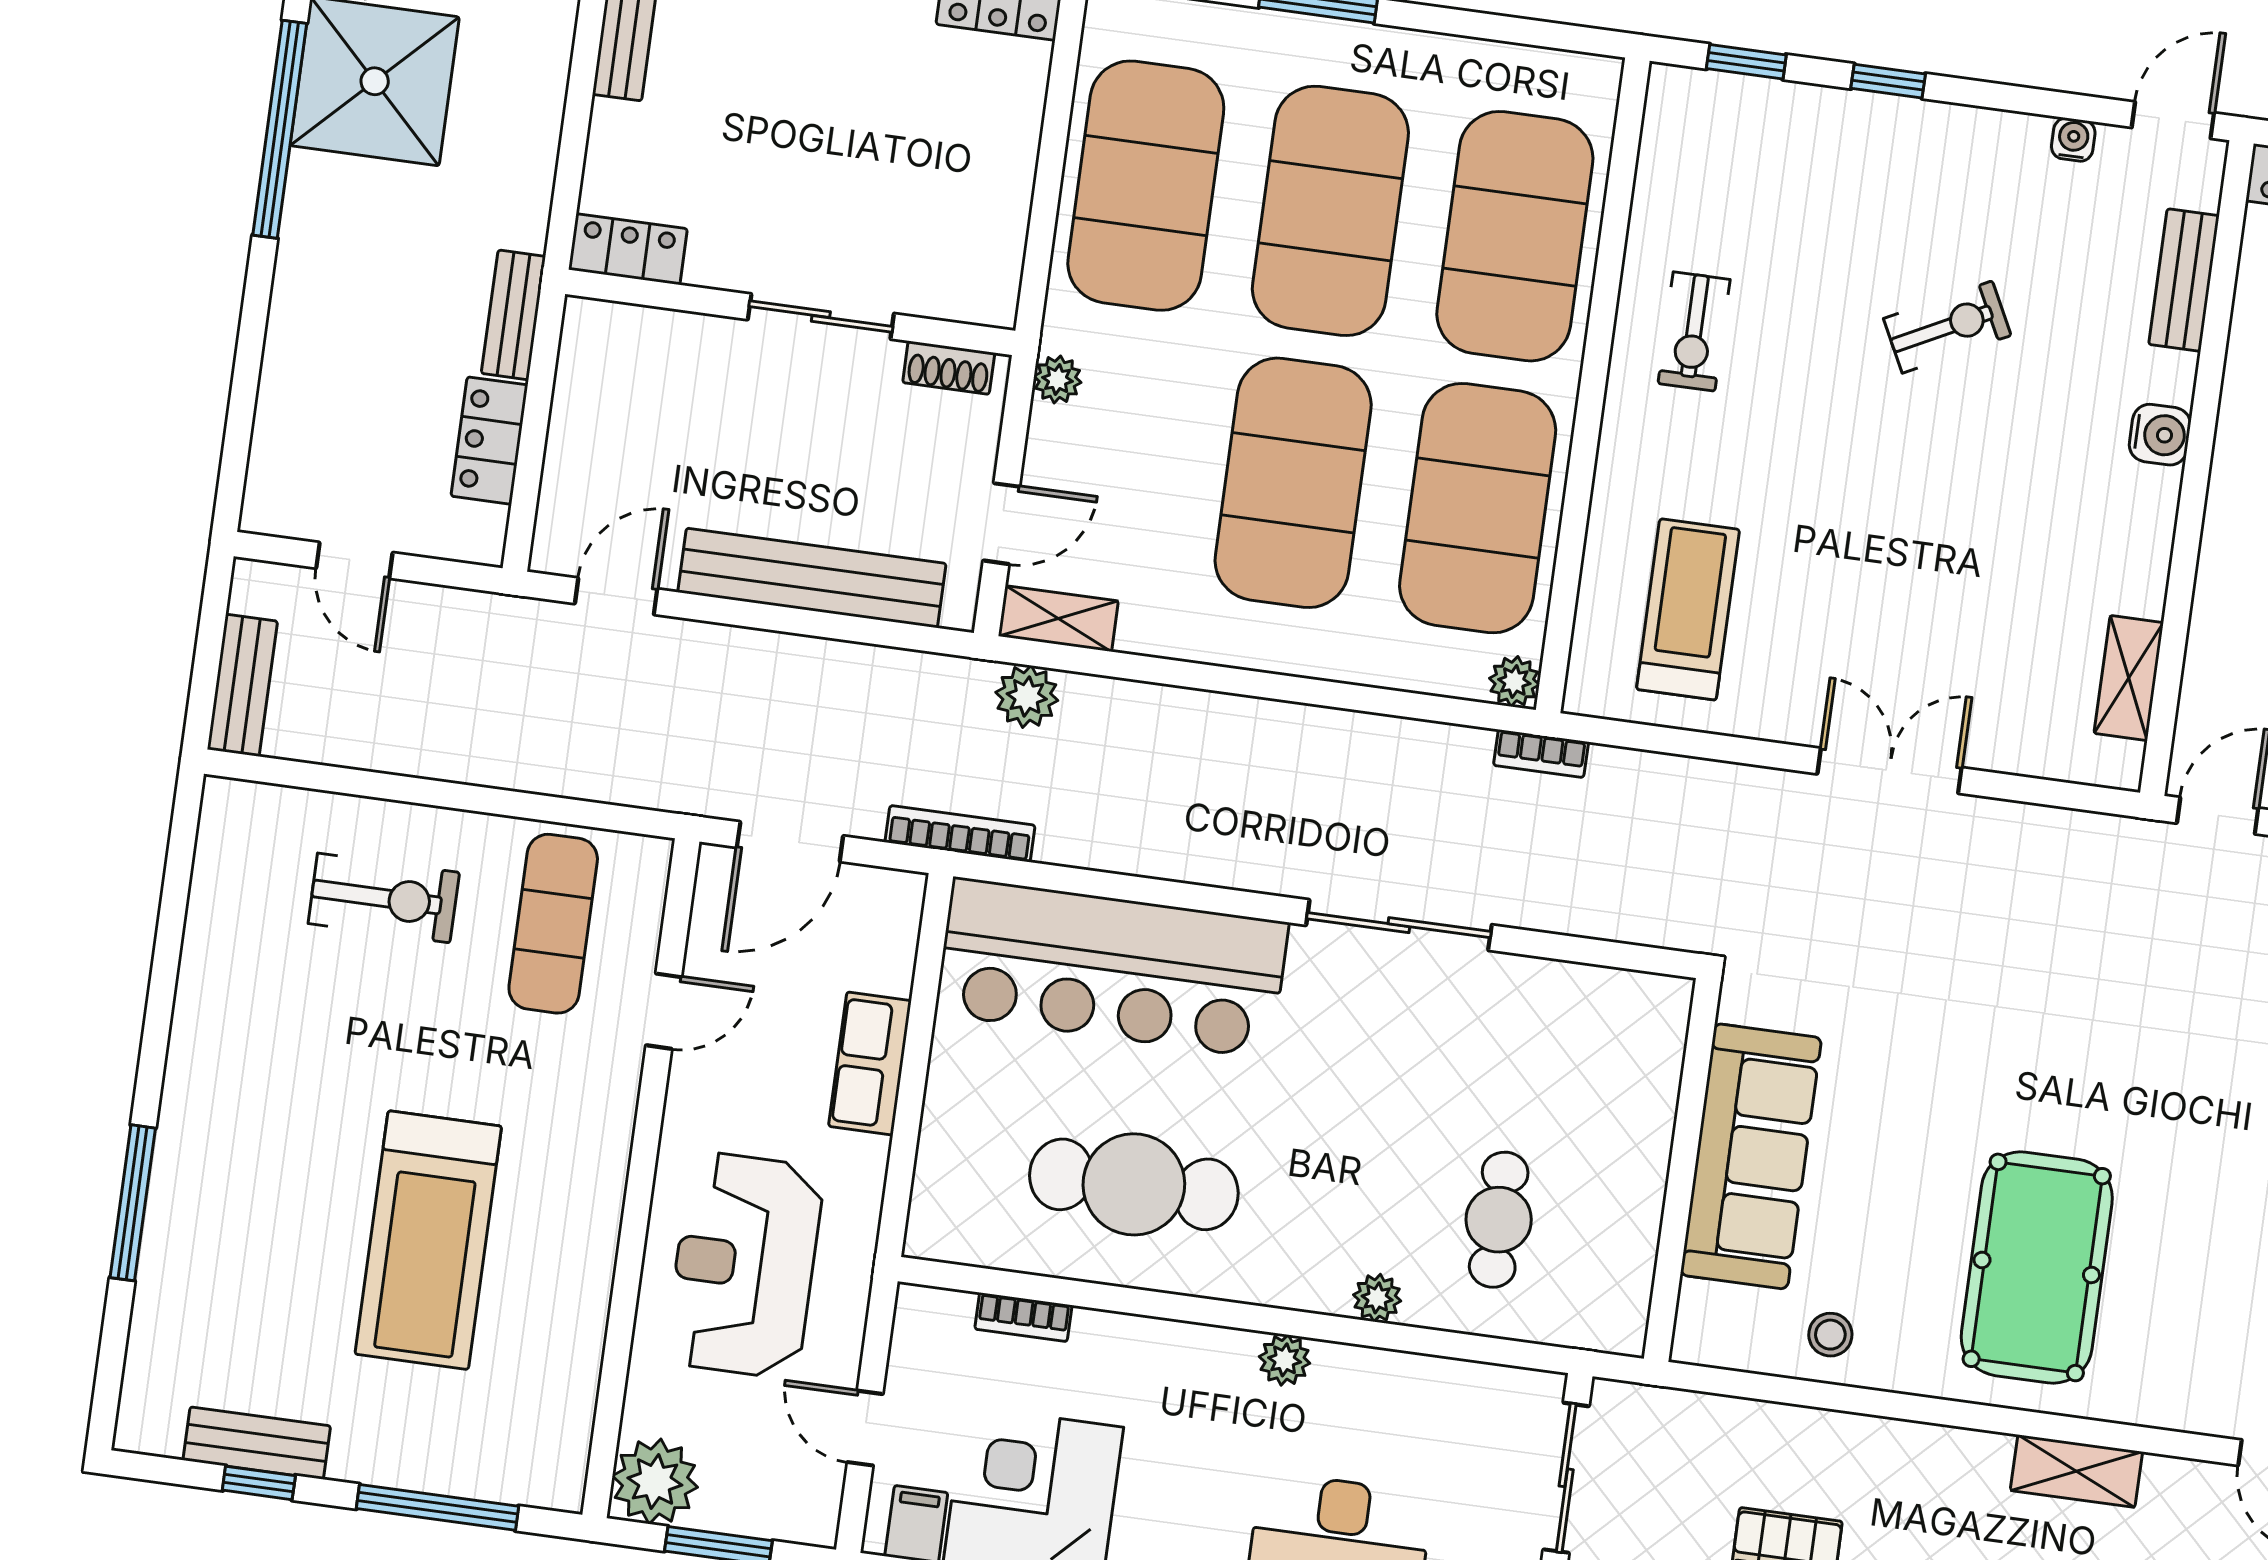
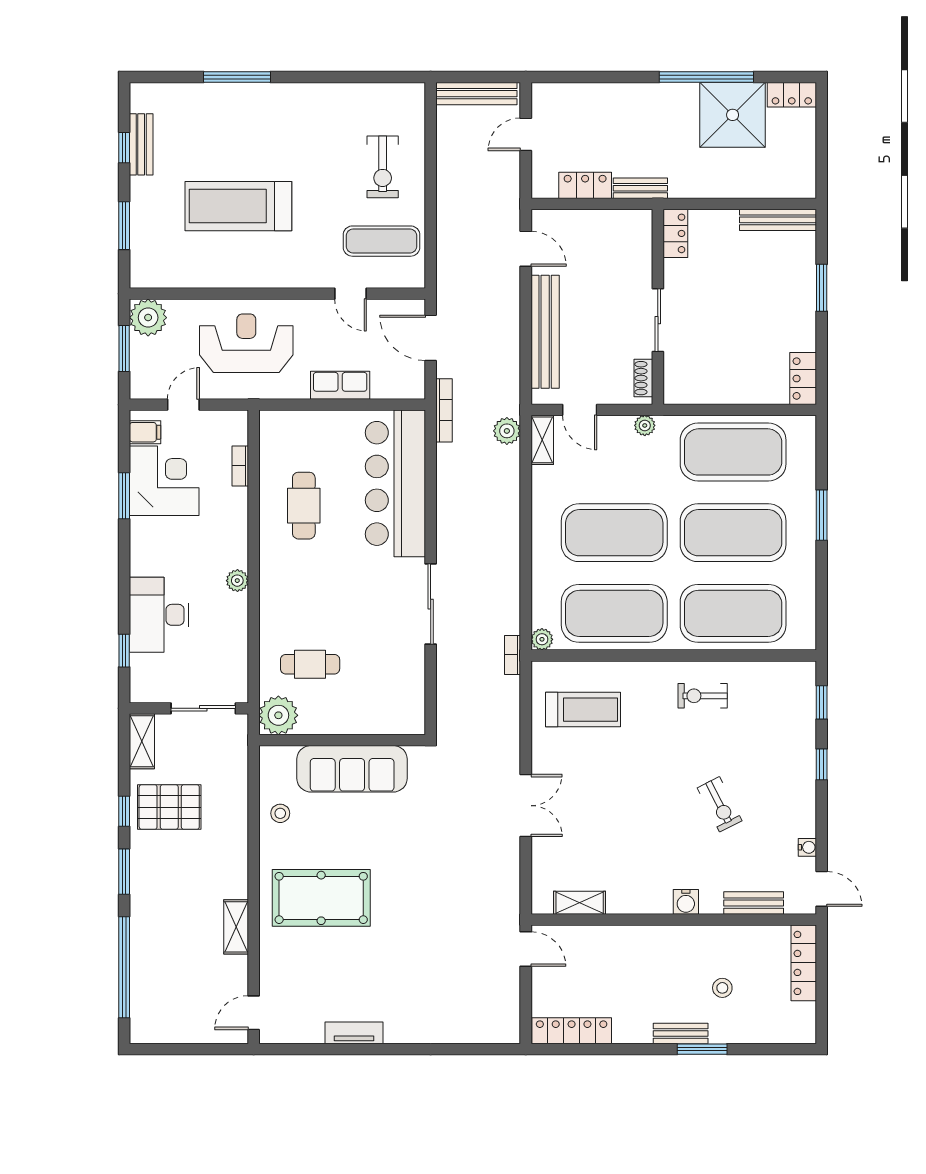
bench: (242, 685) -> (476, 94), width x1.36
cafe table: (1134, 1184) -> (304, 506), width x0.73, depth x0.74
plant: (1377, 1298) -> (278, 715), moved, width x1.88, depth x1.88
window: (437, 1507) -> (124, 226), width x0.69

